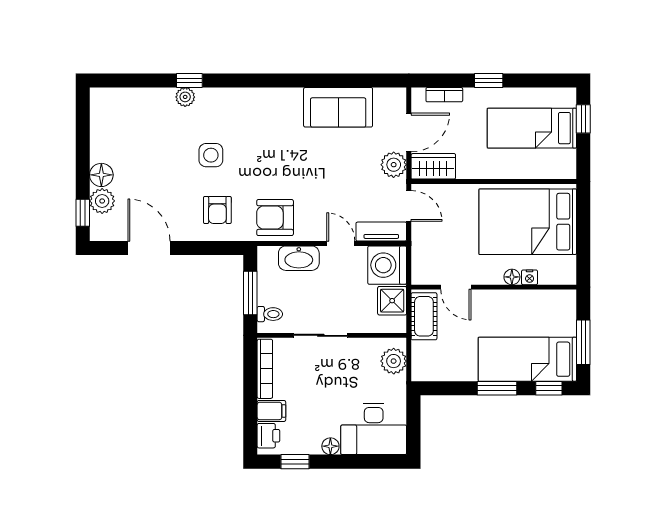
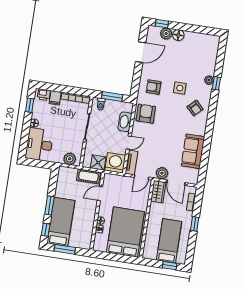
armchair: (248, 117) -> (195, 108), added

